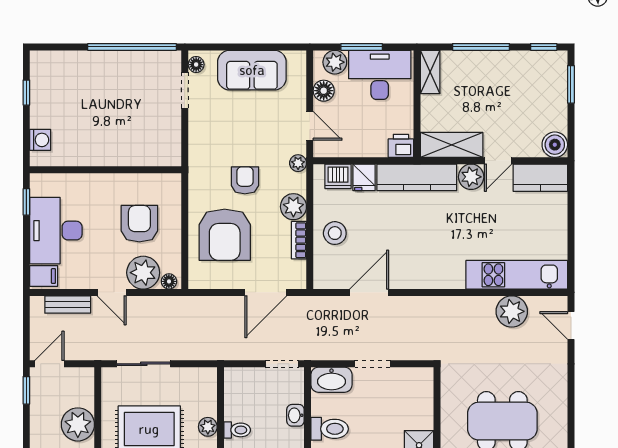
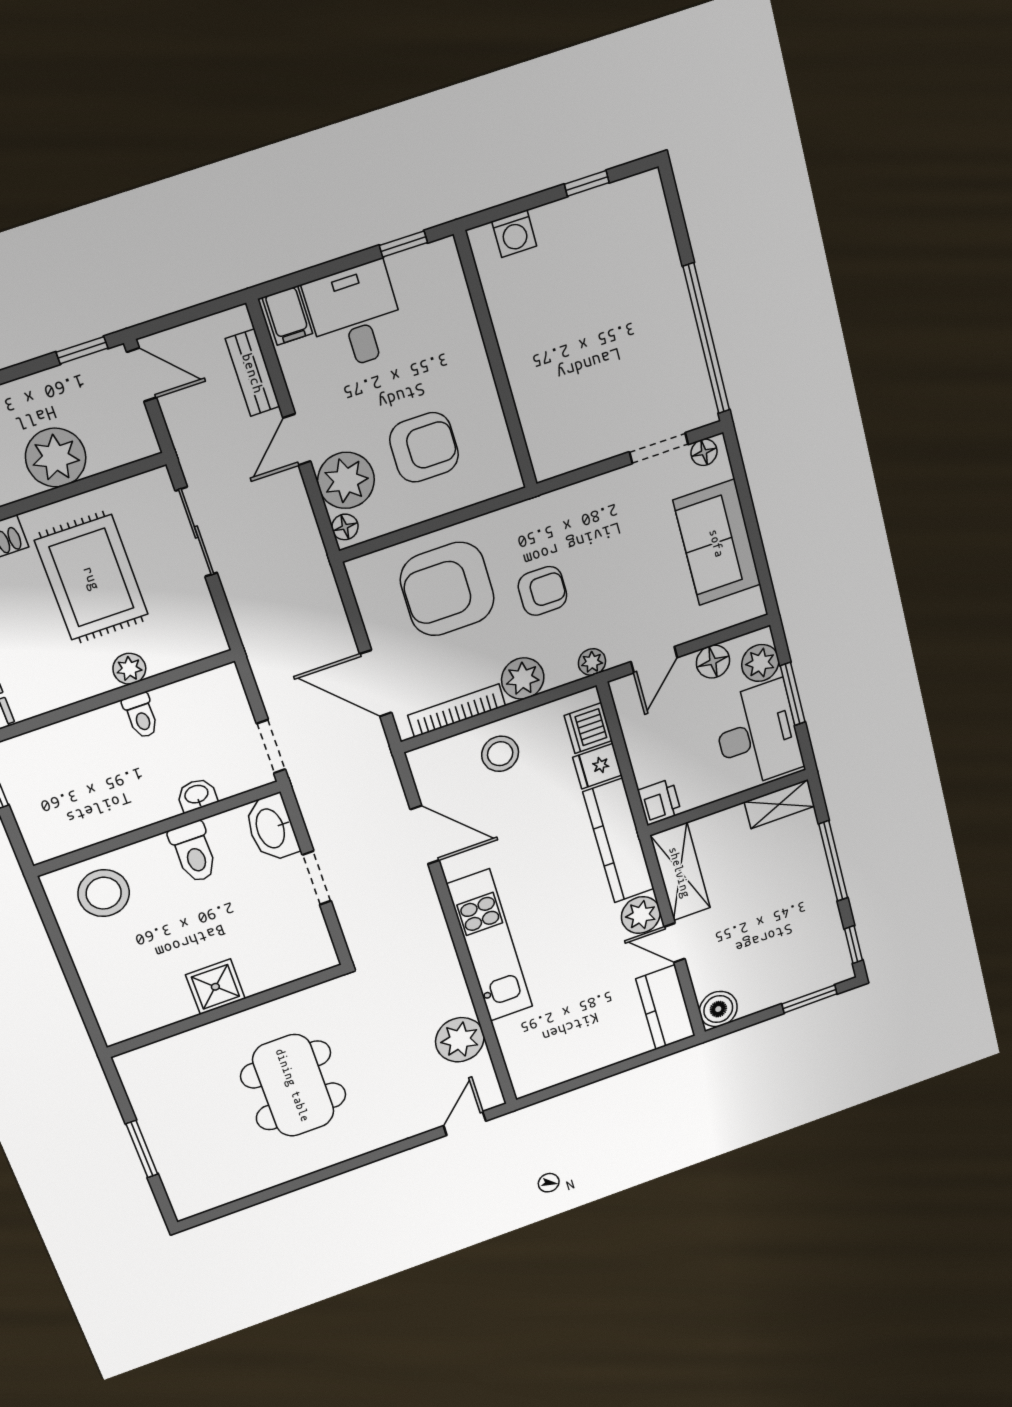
desk: (56, 231) -> (355, 316), width x0.73
bookcase: (299, 240) -> (457, 710), width x1.56
kitchen unit: (517, 275) -> (490, 946), moved

